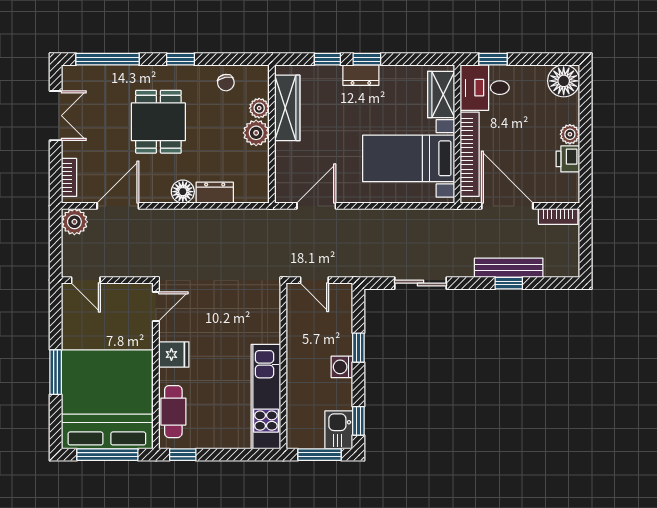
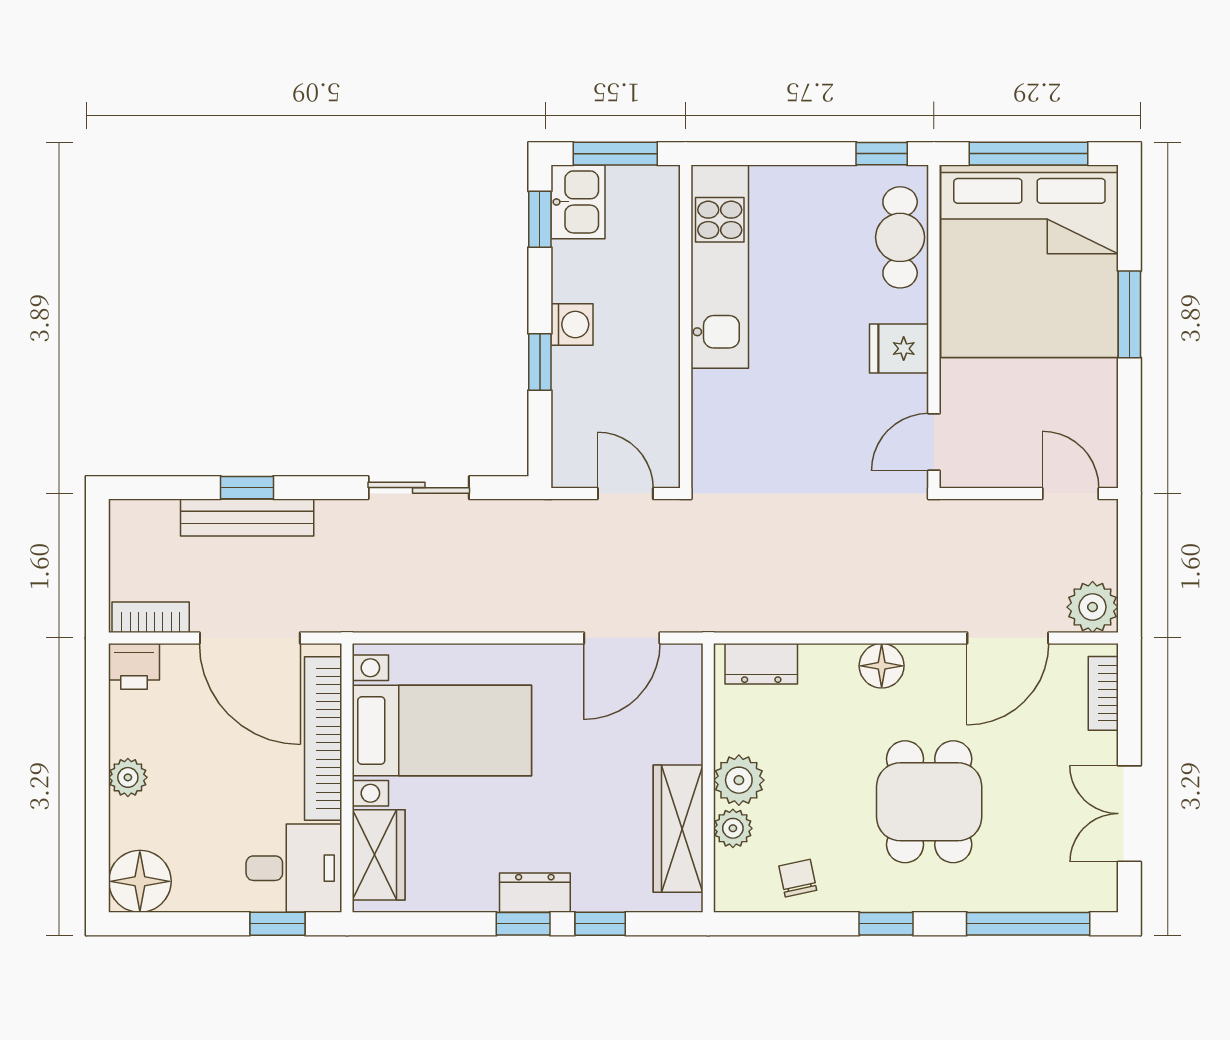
printer: (568, 159) -> (134, 666), moved, turned 90
dresser: (215, 193) -> (761, 664), moved

